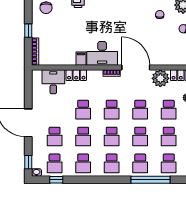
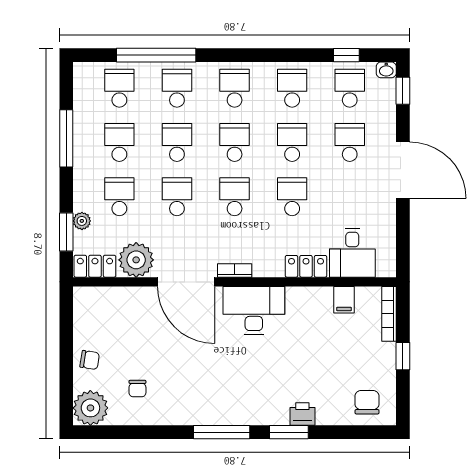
filing cabinet: (81, 59) -> (344, 300), moved

